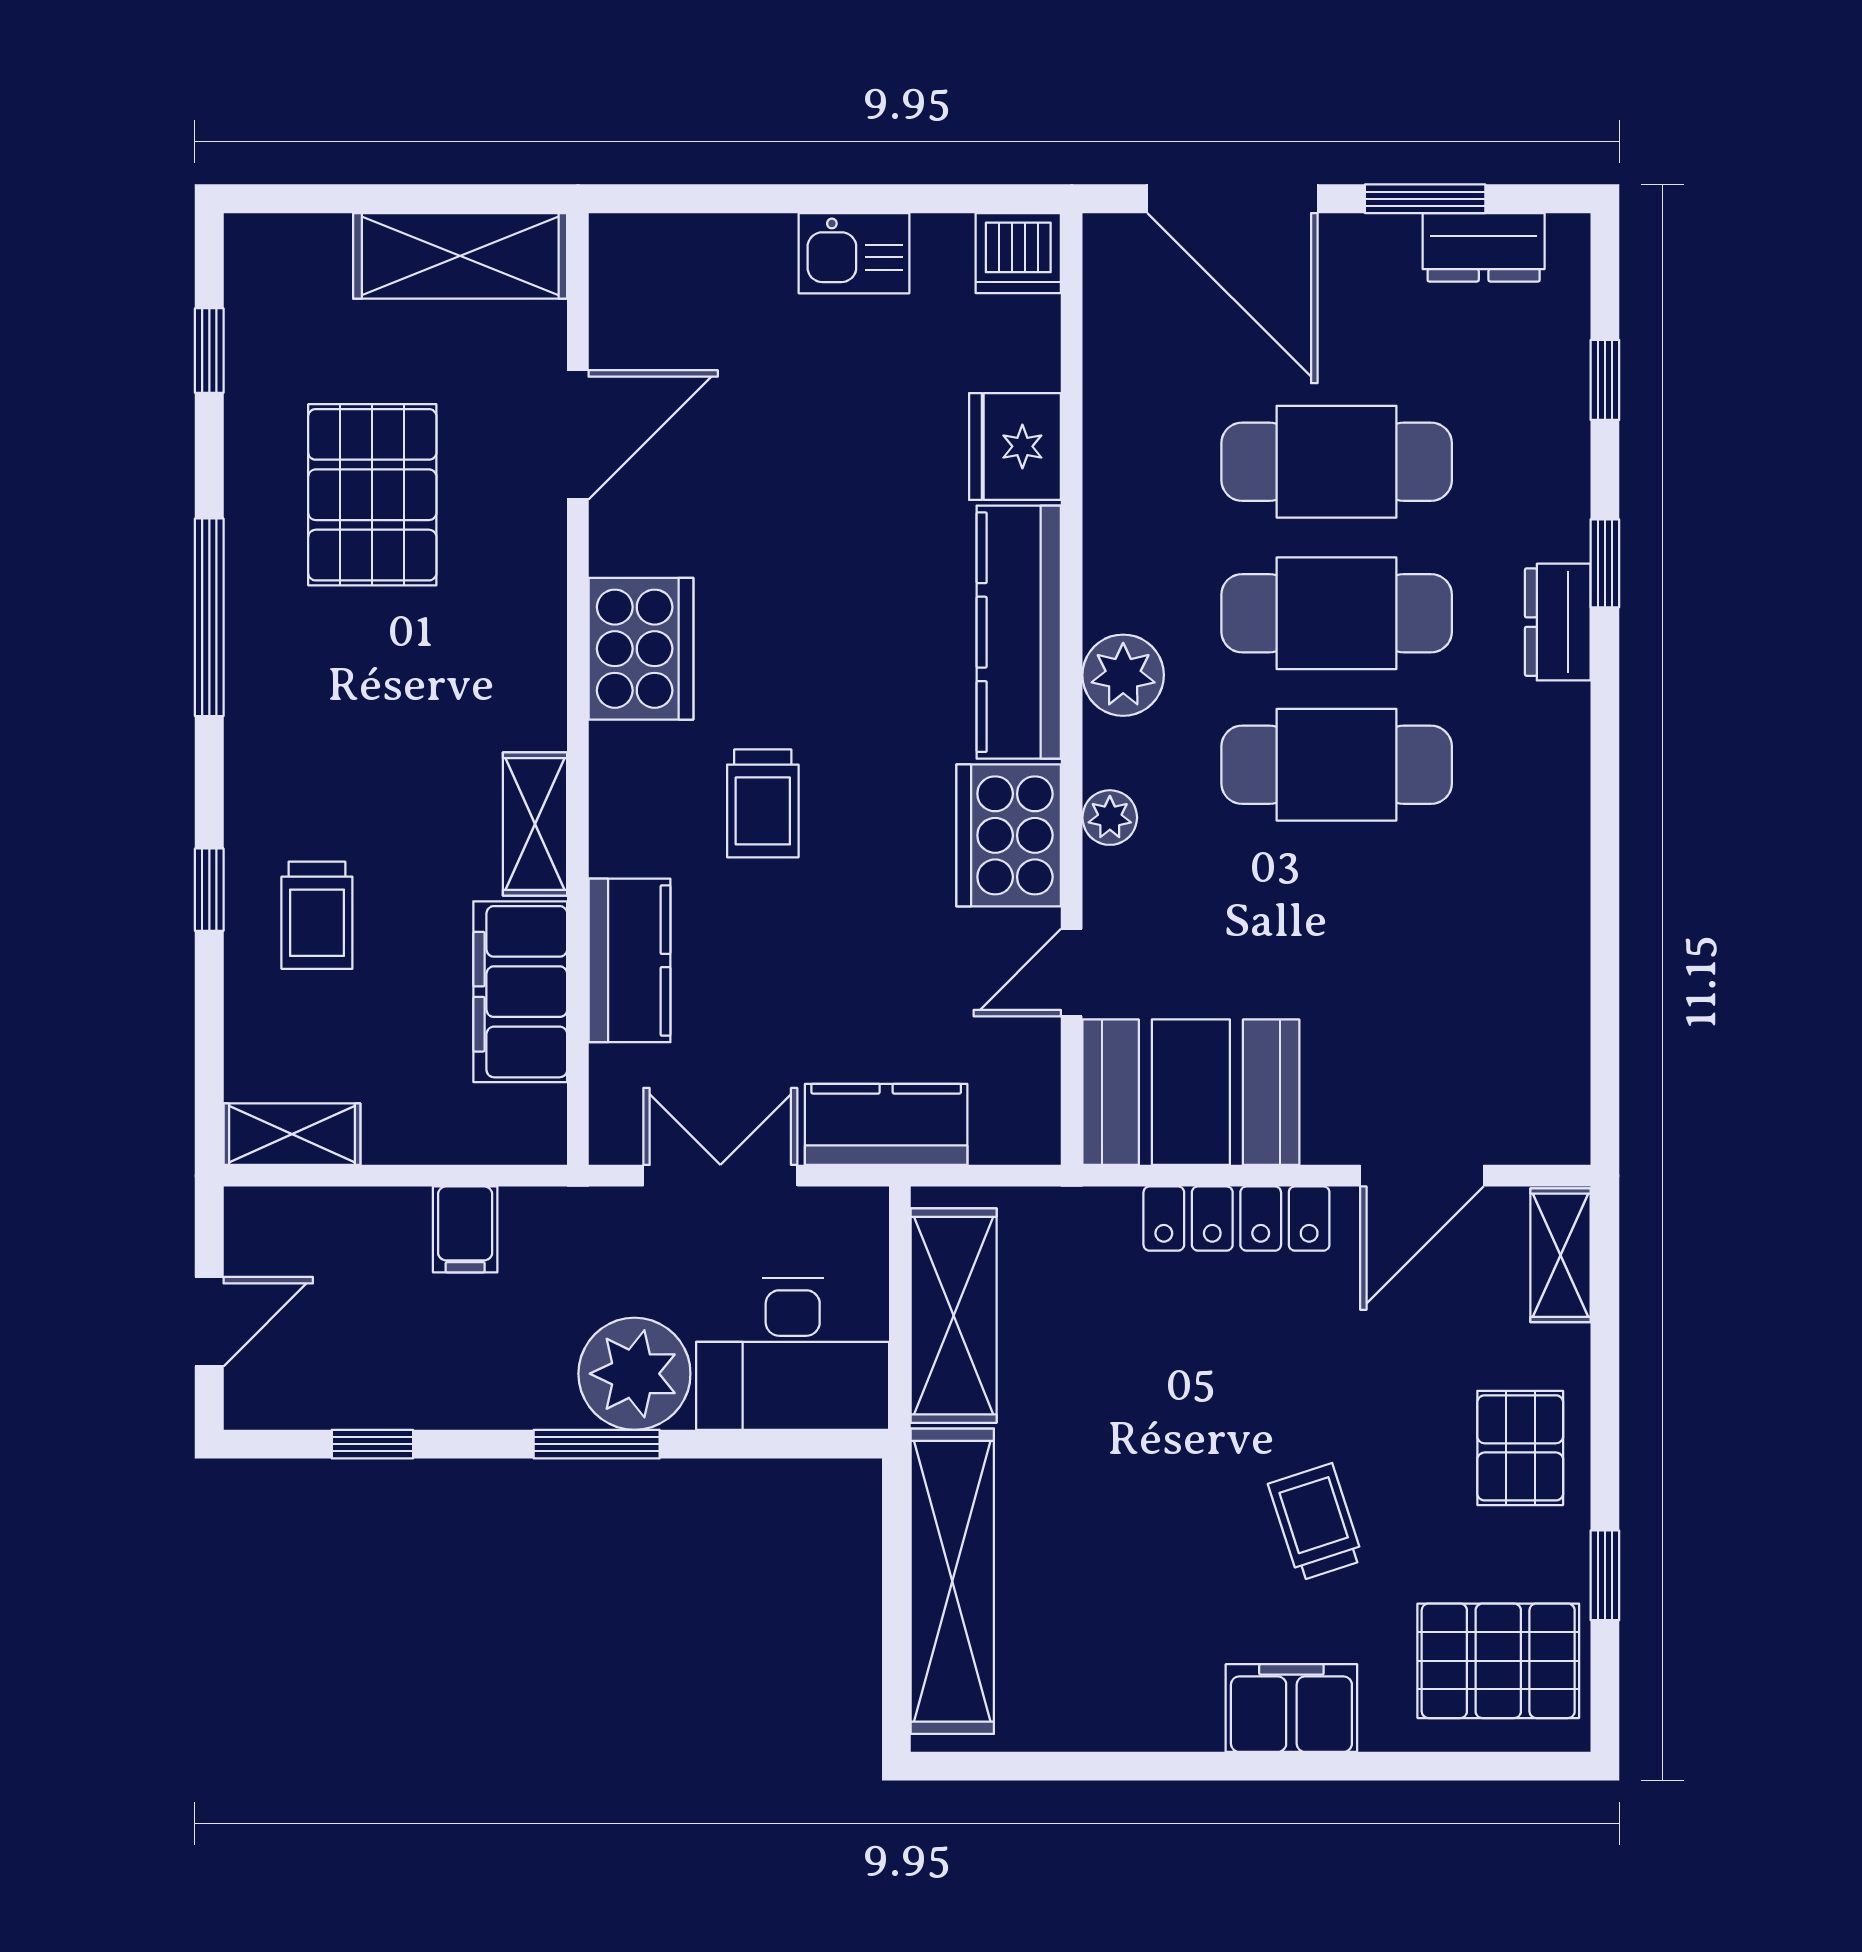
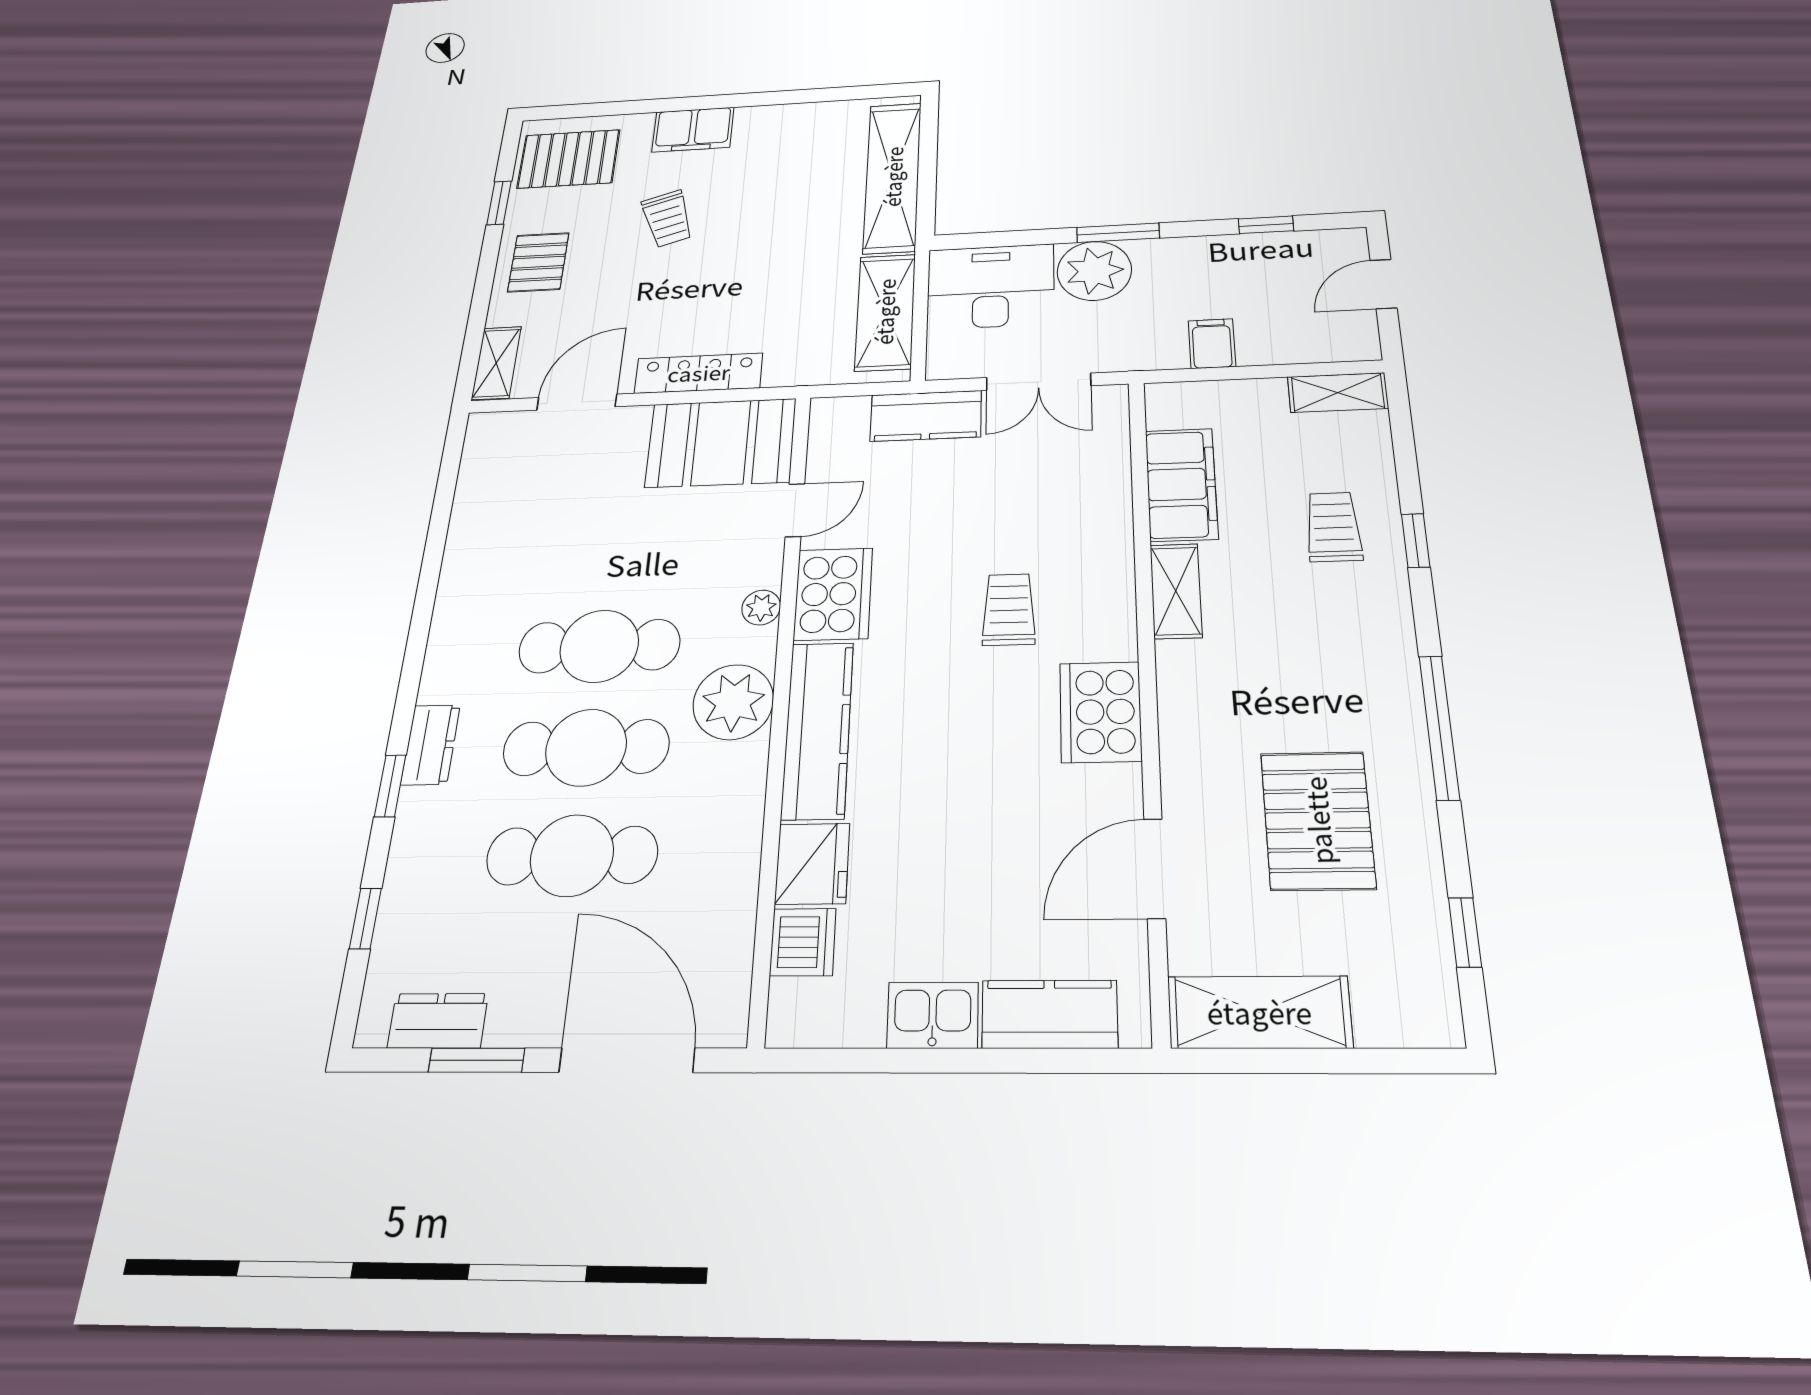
dishwasher: (1018, 253) -> (803, 942), moved, turned 90
plant: (1123, 675) -> (733, 702), width x1.36, depth x1.36
kitchen counter: (629, 960) -> (1050, 1014), moved, turned 90

